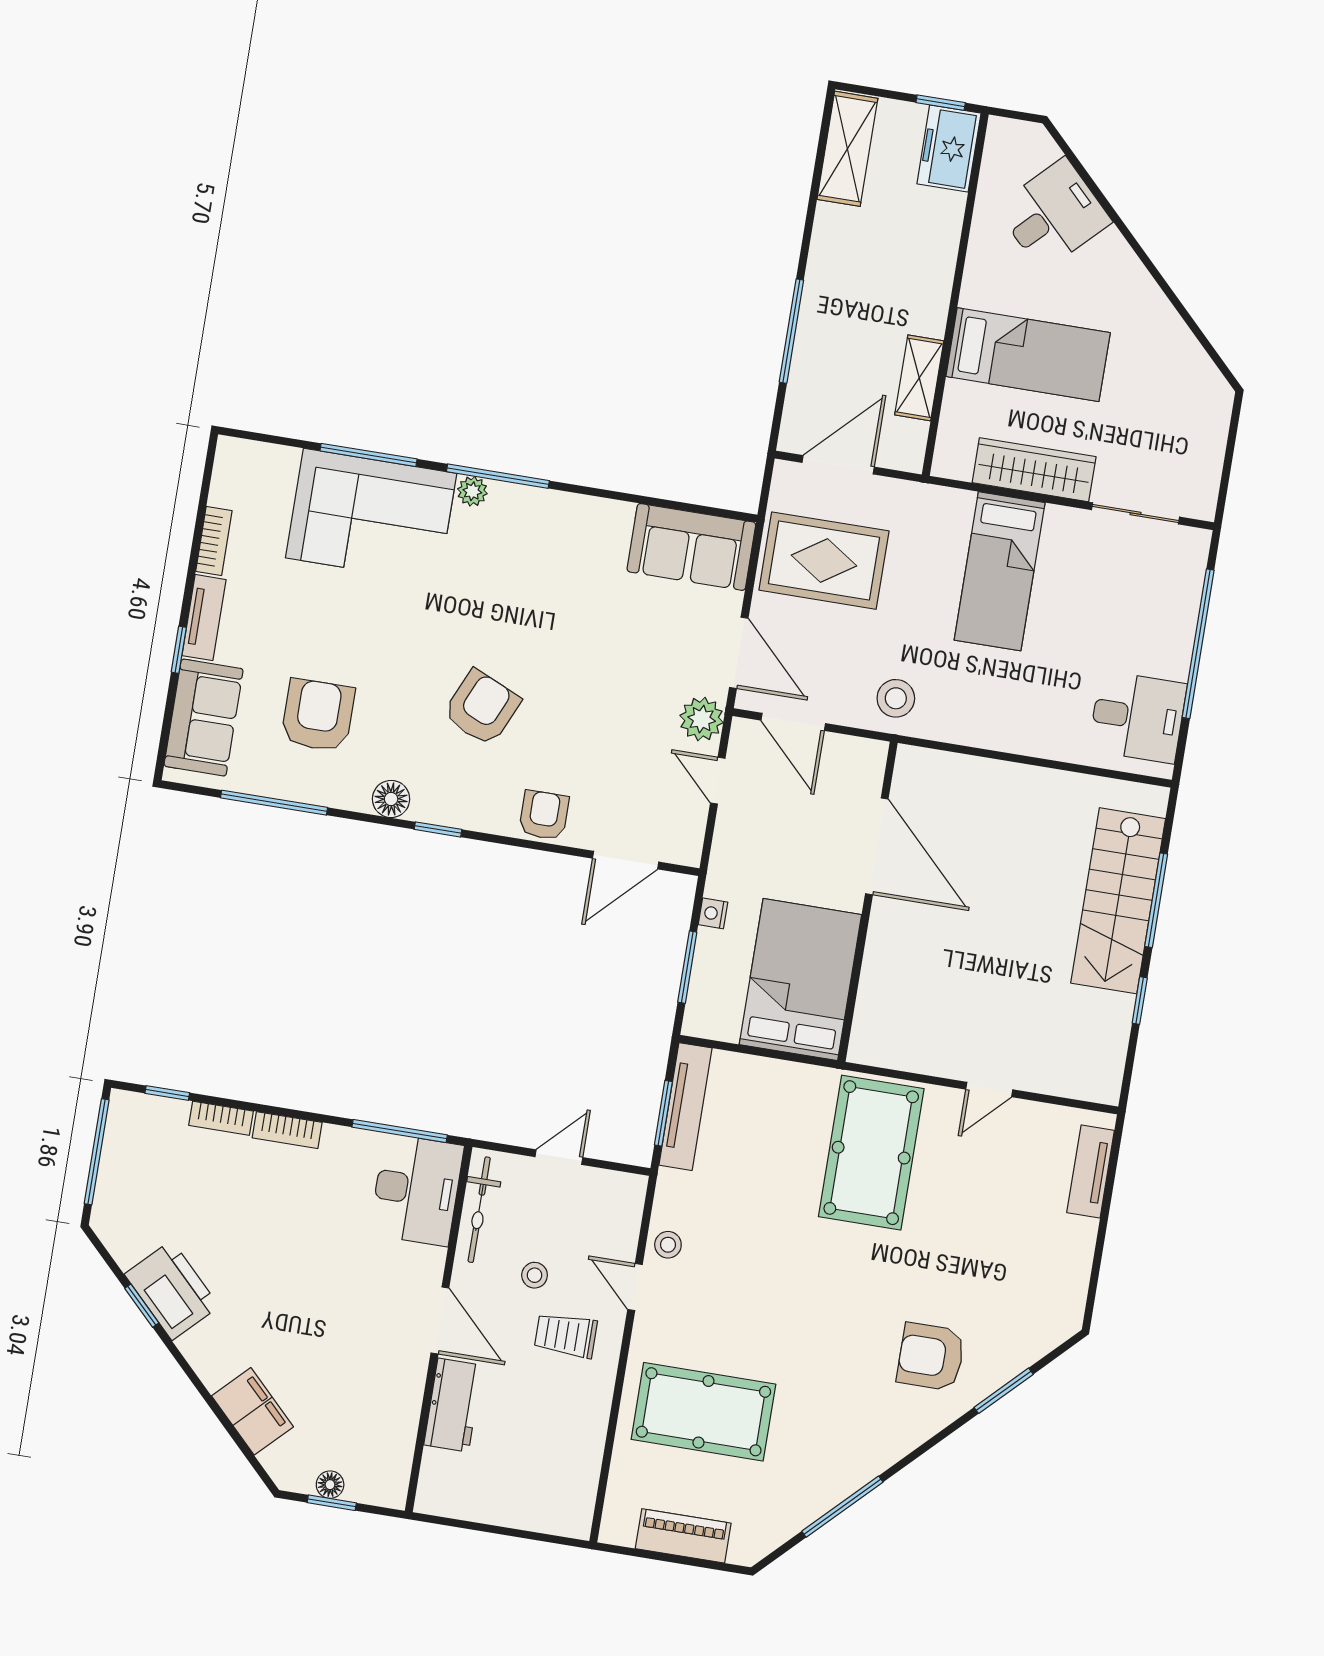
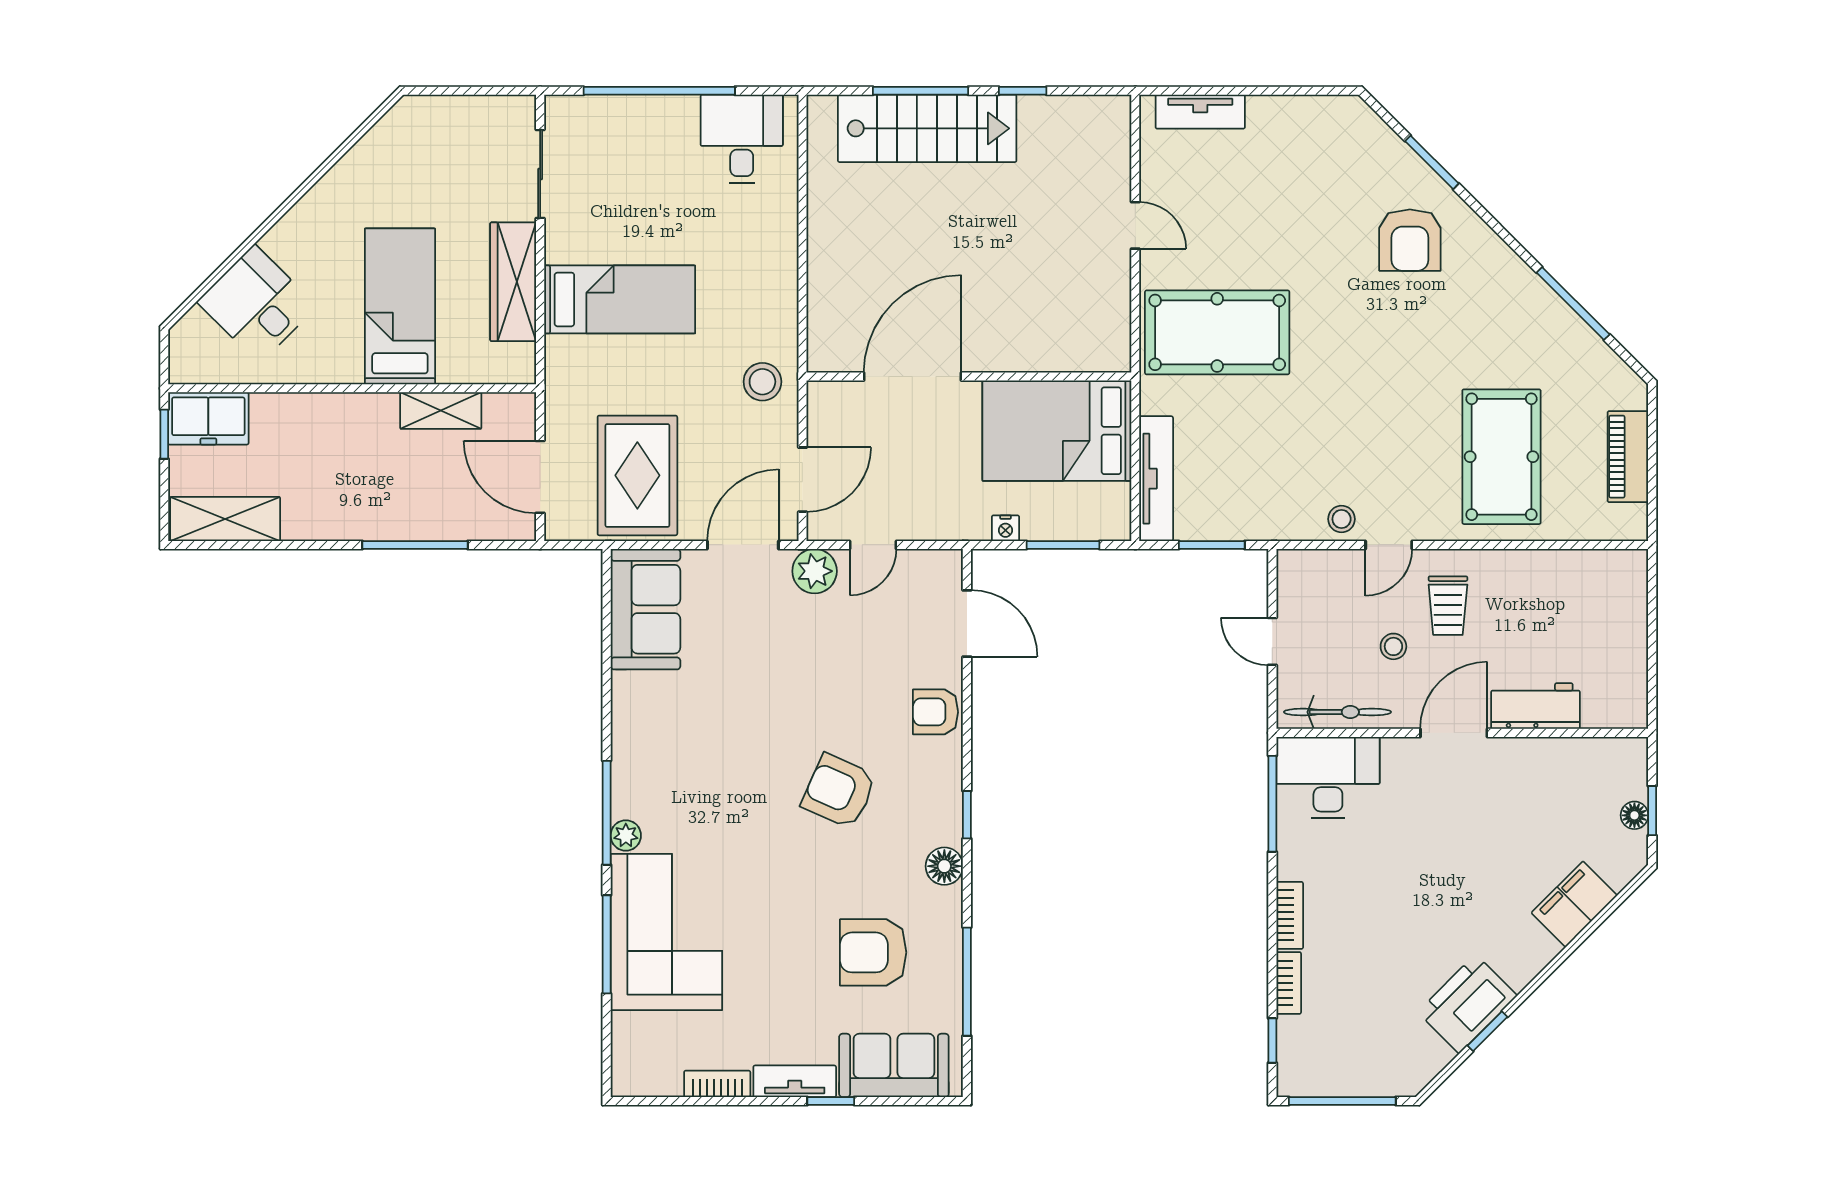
tv unit: (685, 1107) -> (1156, 479), moved, turned 90

